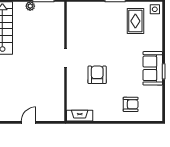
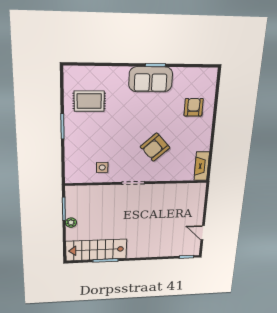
side table: (155, 9) -> (102, 167), moved
armchair: (97, 75) -> (155, 147), turned -42
door: (29, 122) -> (203, 233), moved

